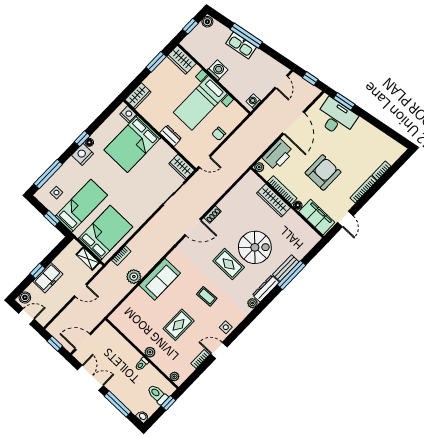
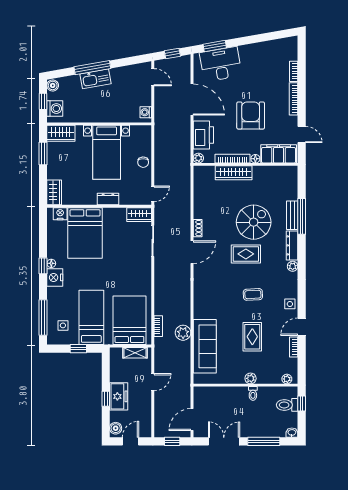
washing machine: (218, 70) -> (55, 109), moved, turned 90
sofa: (160, 279) -> (205, 346), moved, width x1.36

